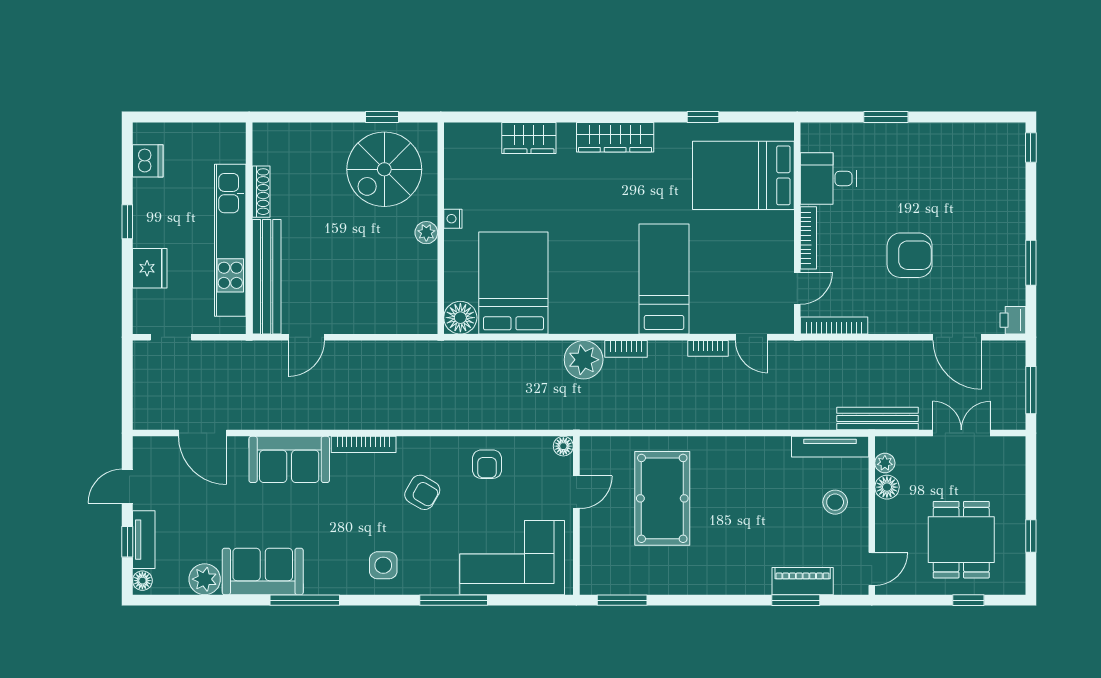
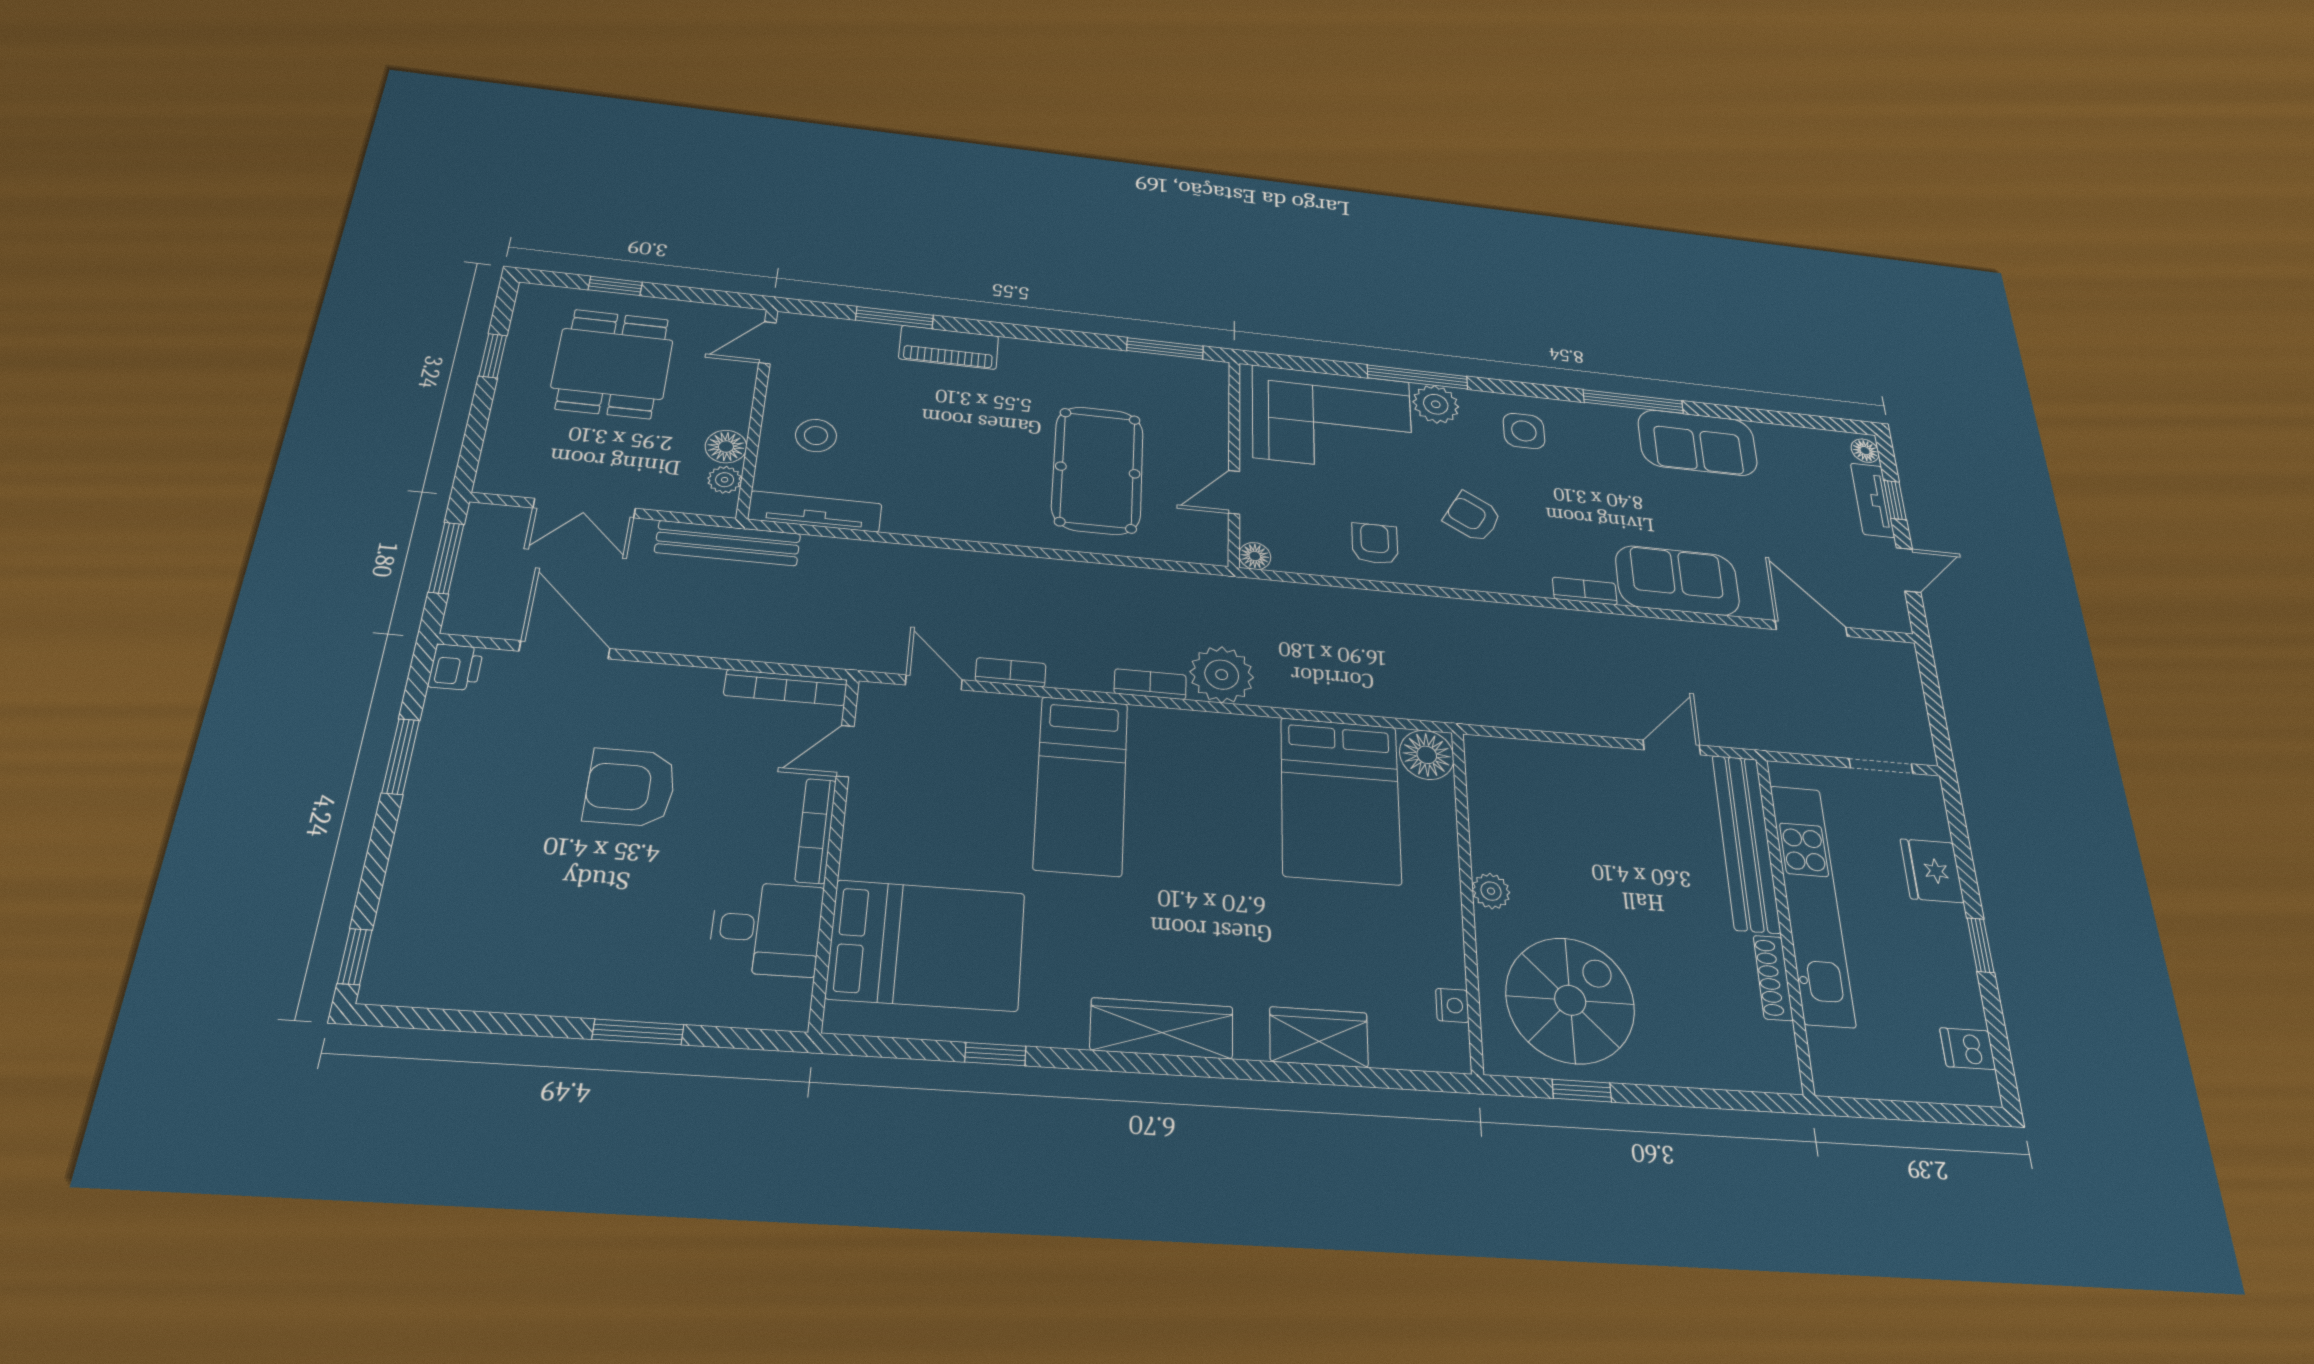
dishwasher: (148, 161) -> (1968, 1049), width x0.73
nightstand: (453, 219) -> (1452, 1005), moved
bookcase: (364, 444) -> (1585, 591), width x0.64
plant: (205, 579) -> (1436, 404), moved
piano: (803, 581) -> (949, 347), moved

